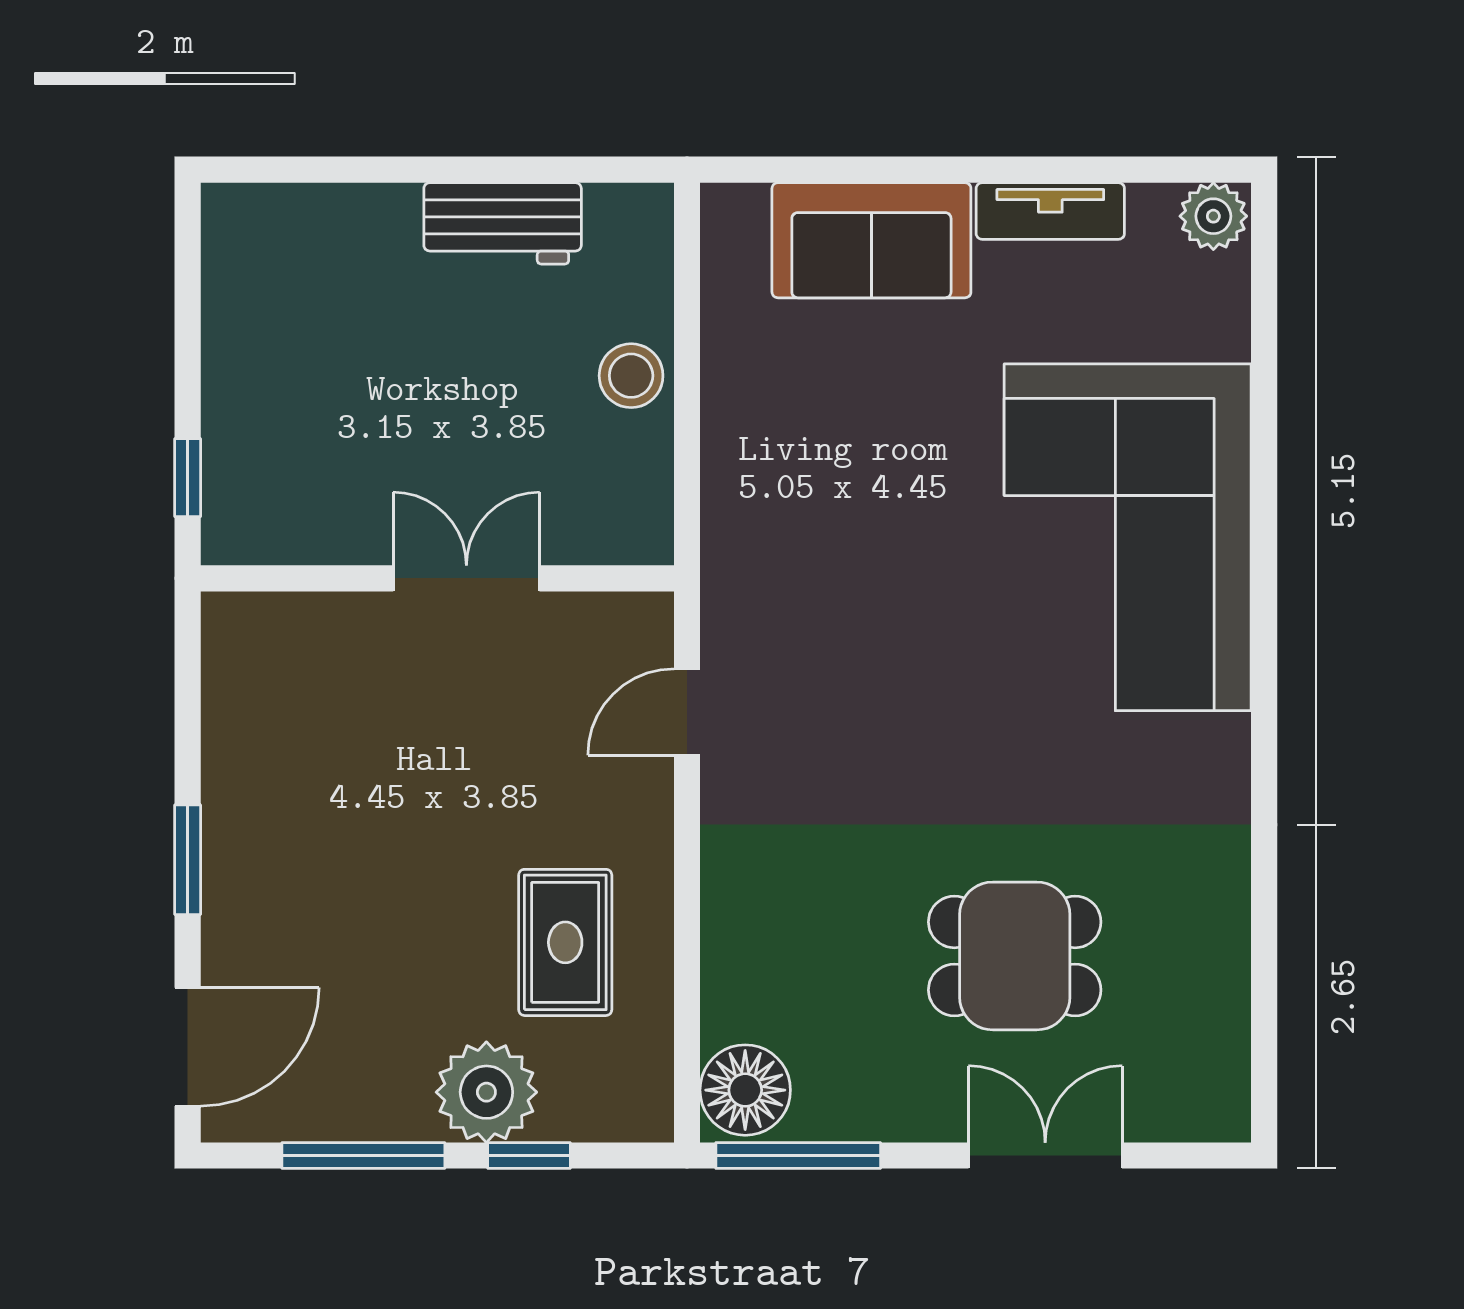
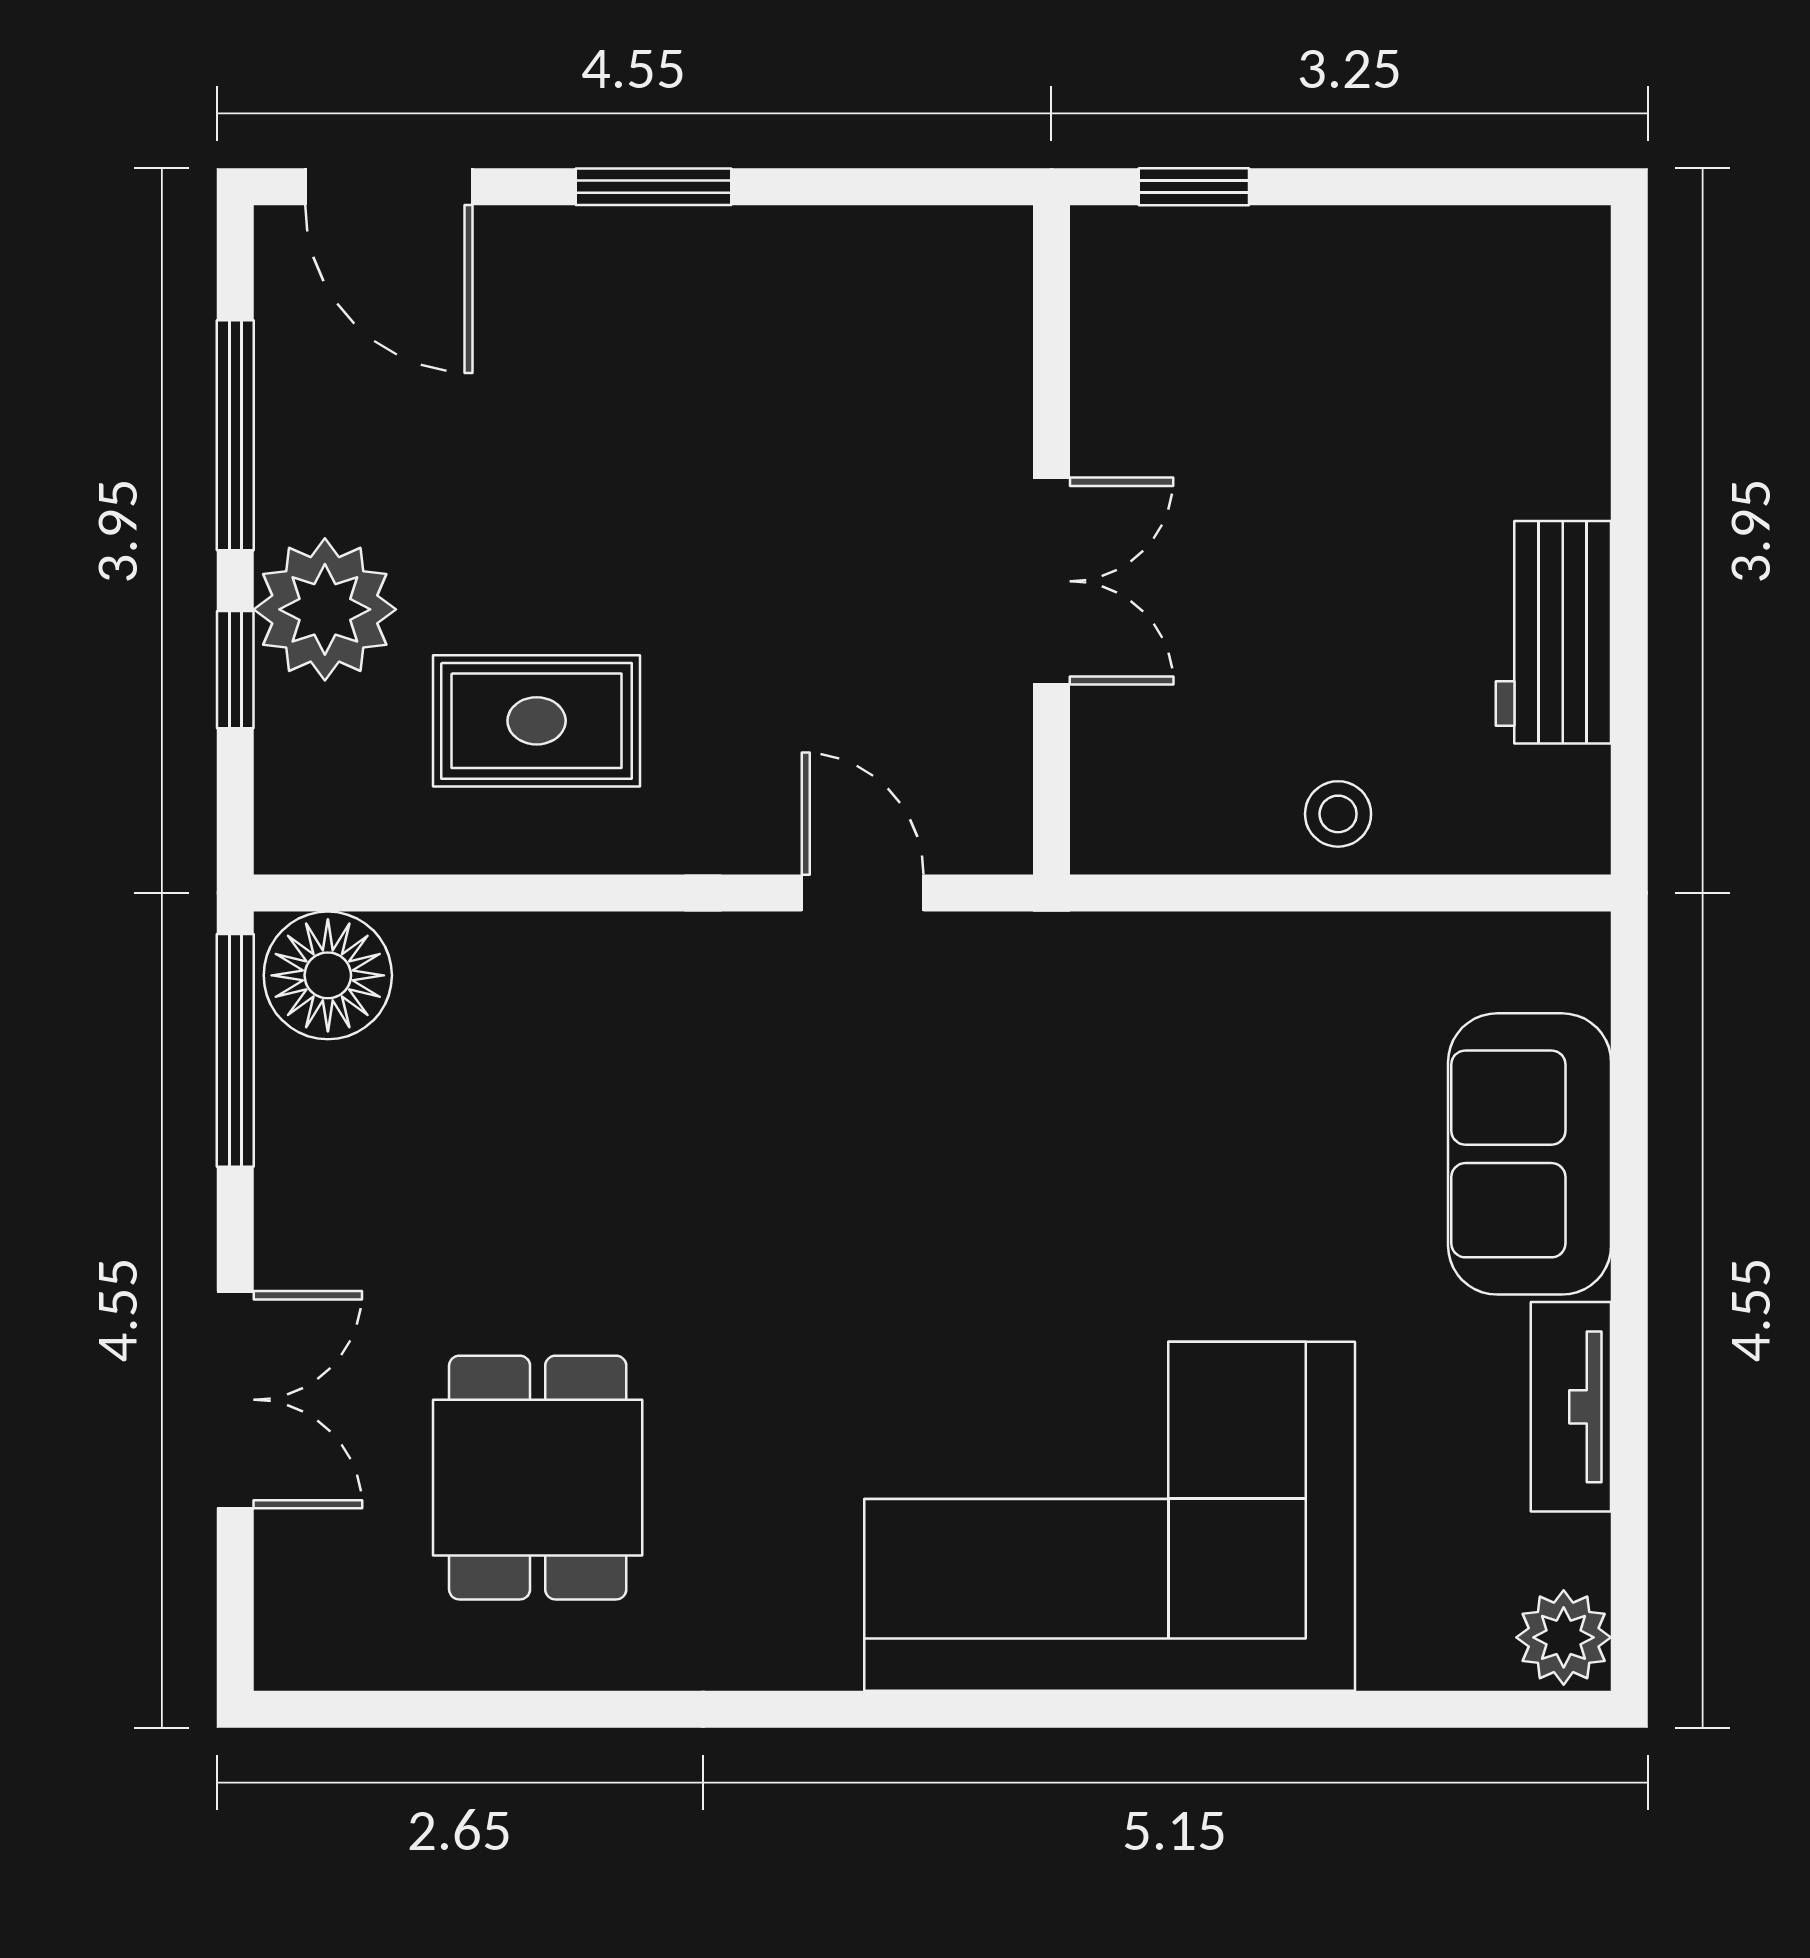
stool: (631, 376) -> (1338, 814), width x0.73, depth x0.73
dining table: (1015, 956) -> (538, 1478), moved

